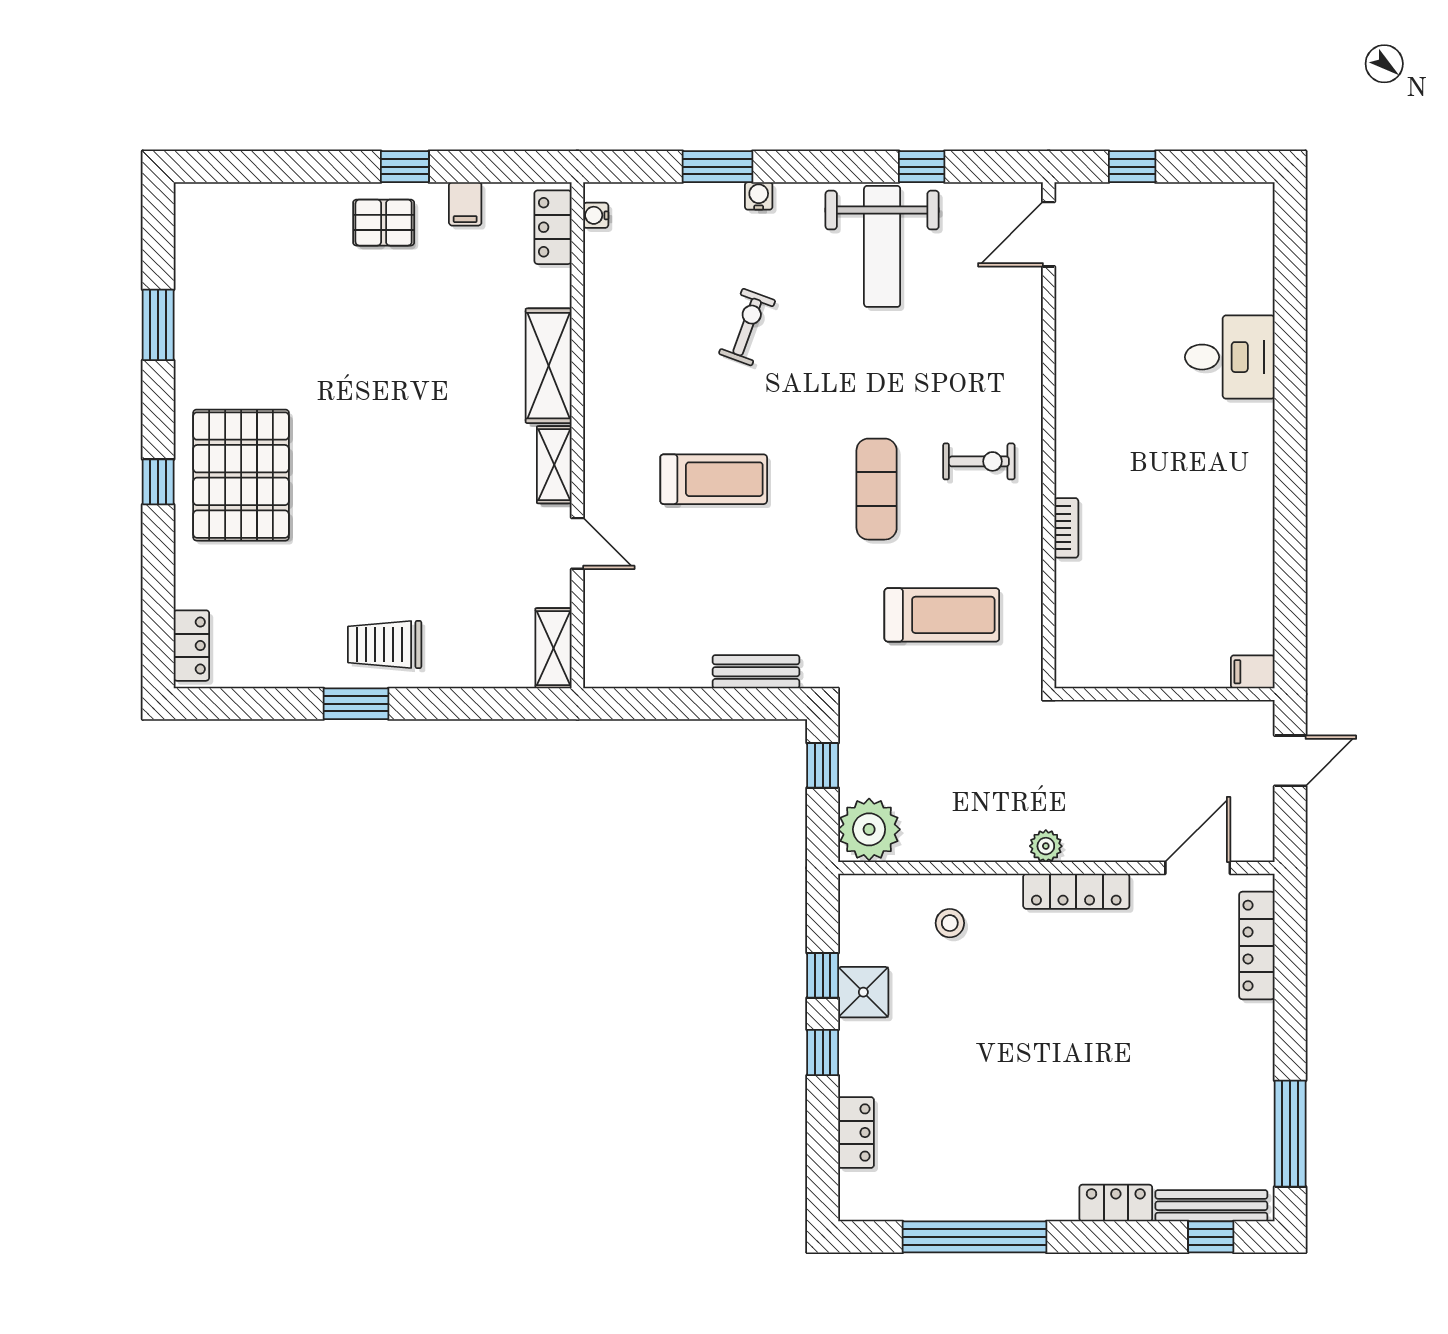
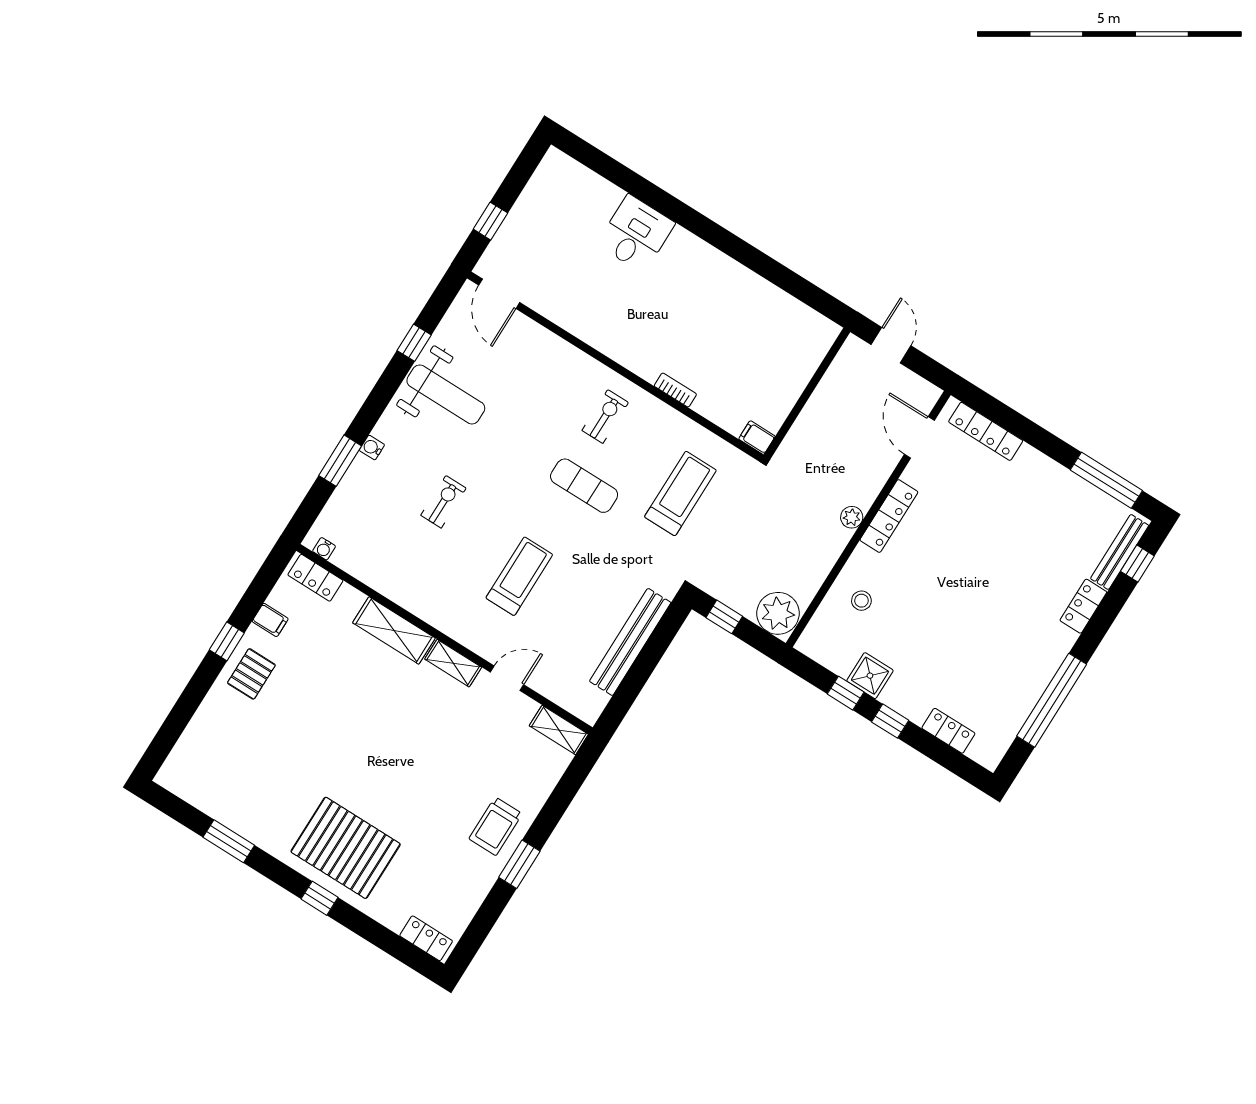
exercise bike: (747, 327) -> (444, 502), turned 70
bench: (756, 672) -> (630, 642), width x1.86, depth x1.21
filing cabinet: (1253, 672) -> (757, 438), moved, turned 90

